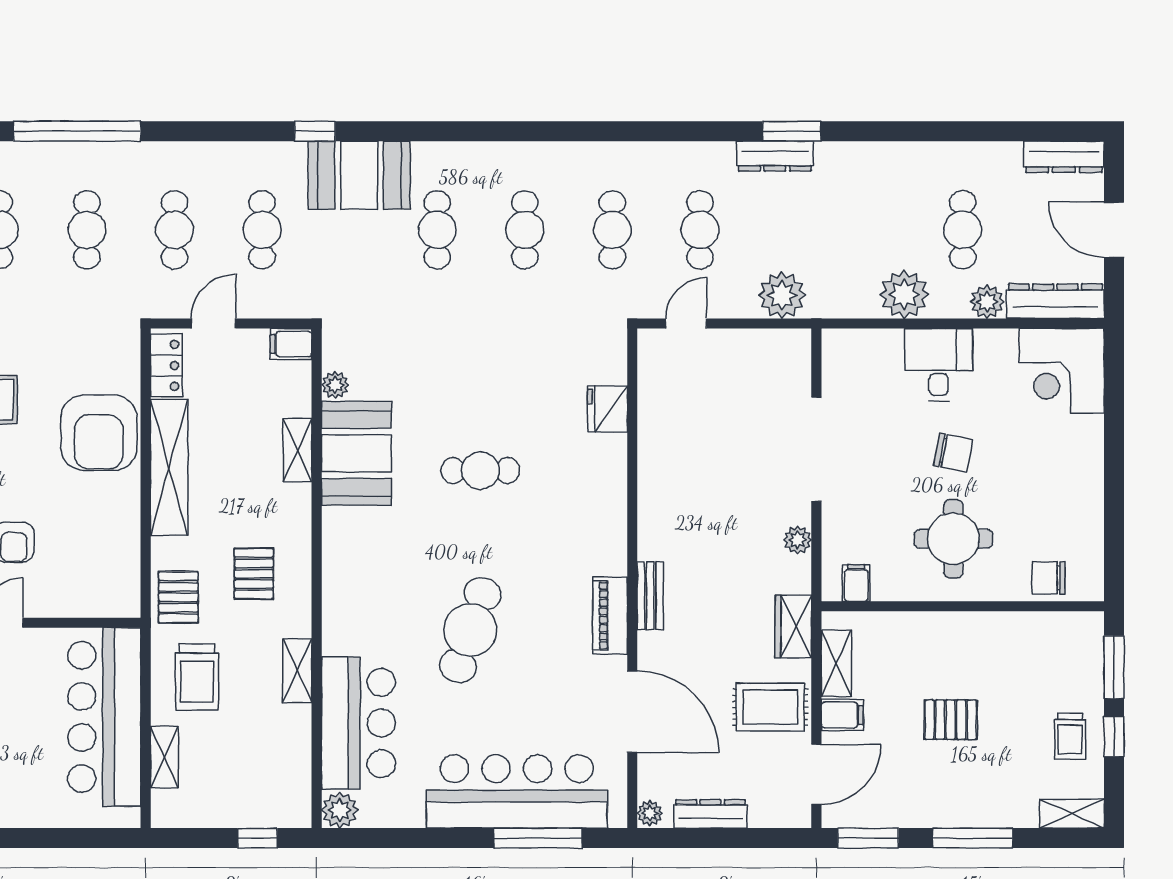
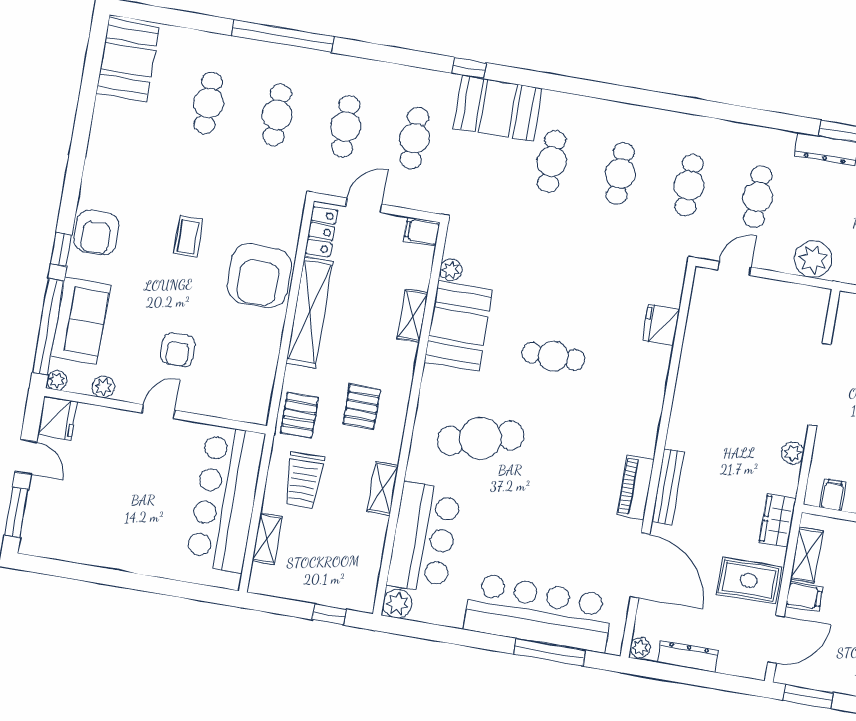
bench: (650, 596) -> (668, 487), width x1.36
cafe table: (470, 630) -> (481, 438), moved, turned 56

